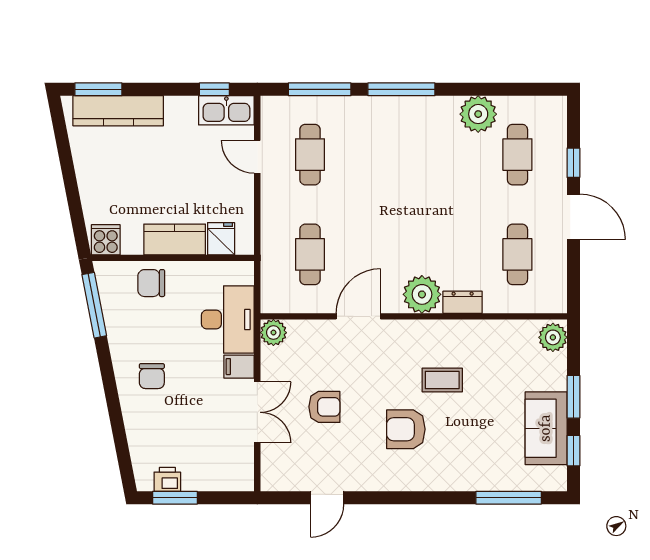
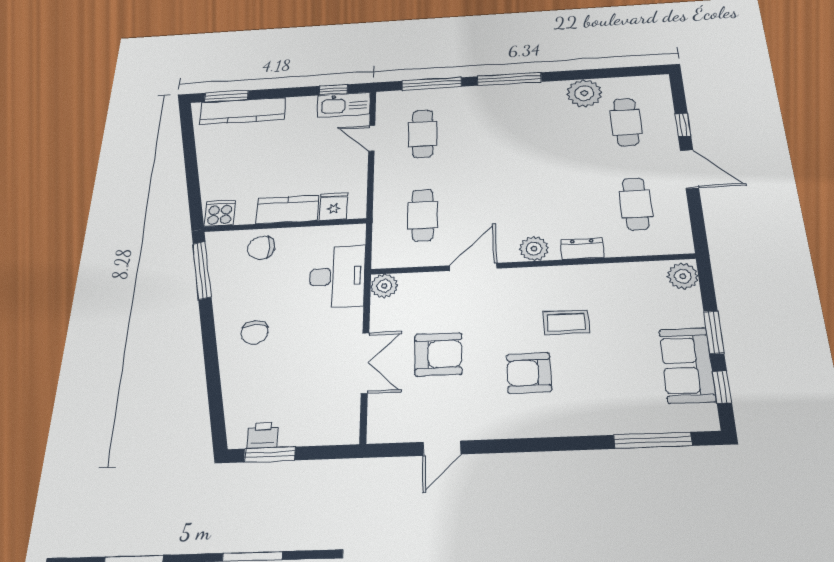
plant: (422, 294) -> (534, 249), width x0.73, depth x0.73
filing cabinet: (239, 367) -> (347, 319), removed
armchair: (324, 407) -> (438, 354), width x1.38, depth x1.38

